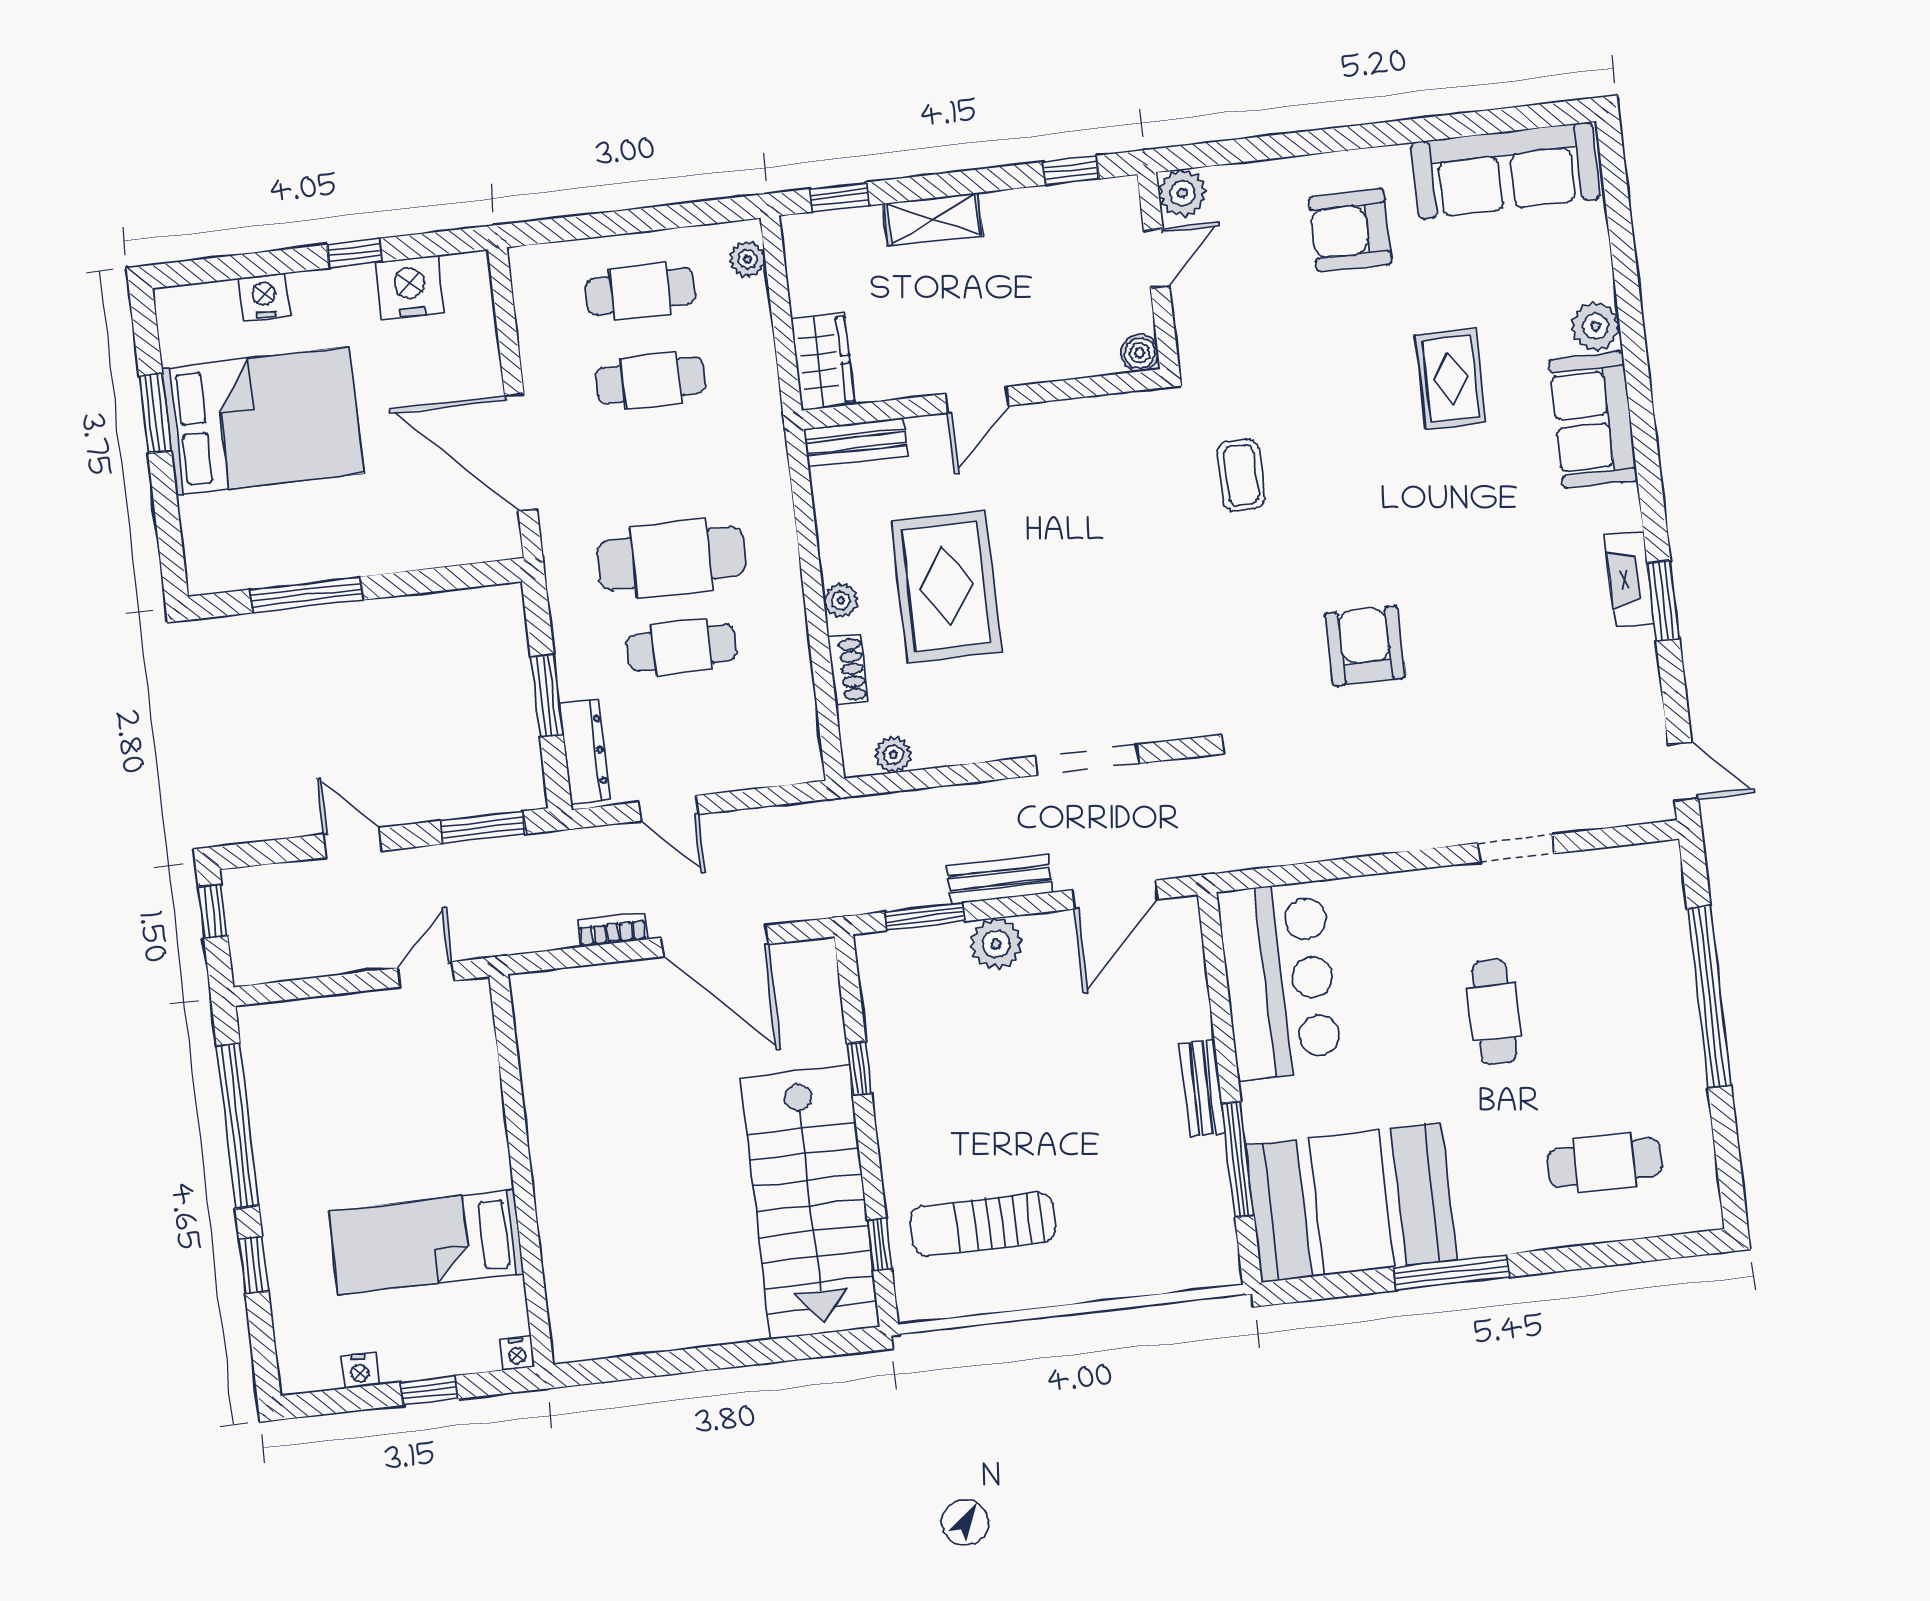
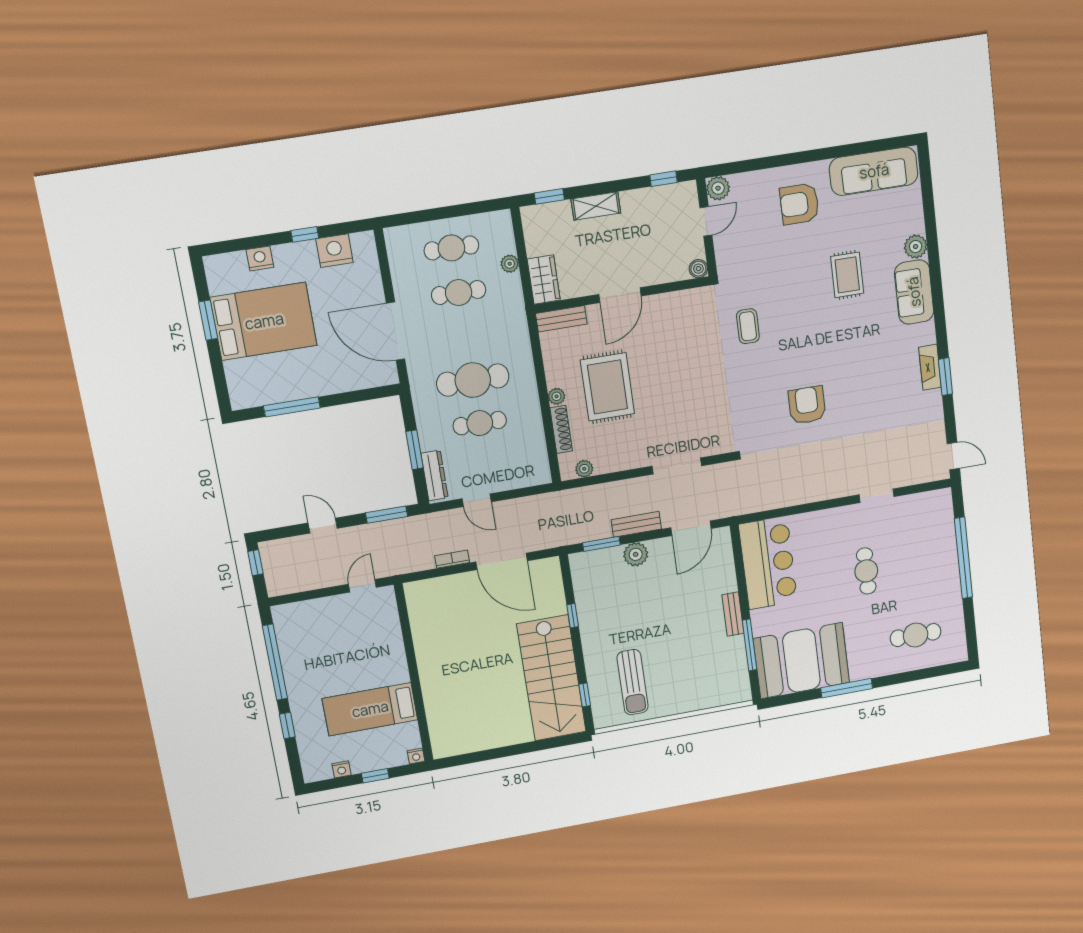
plant: (747, 259) -> (510, 264), moved
door: (977, 400) -> (620, 295), width x1.38
shoe rack: (848, 670) -> (561, 429), width x1.43
sun lounger: (983, 1224) -> (633, 682), turned -90

